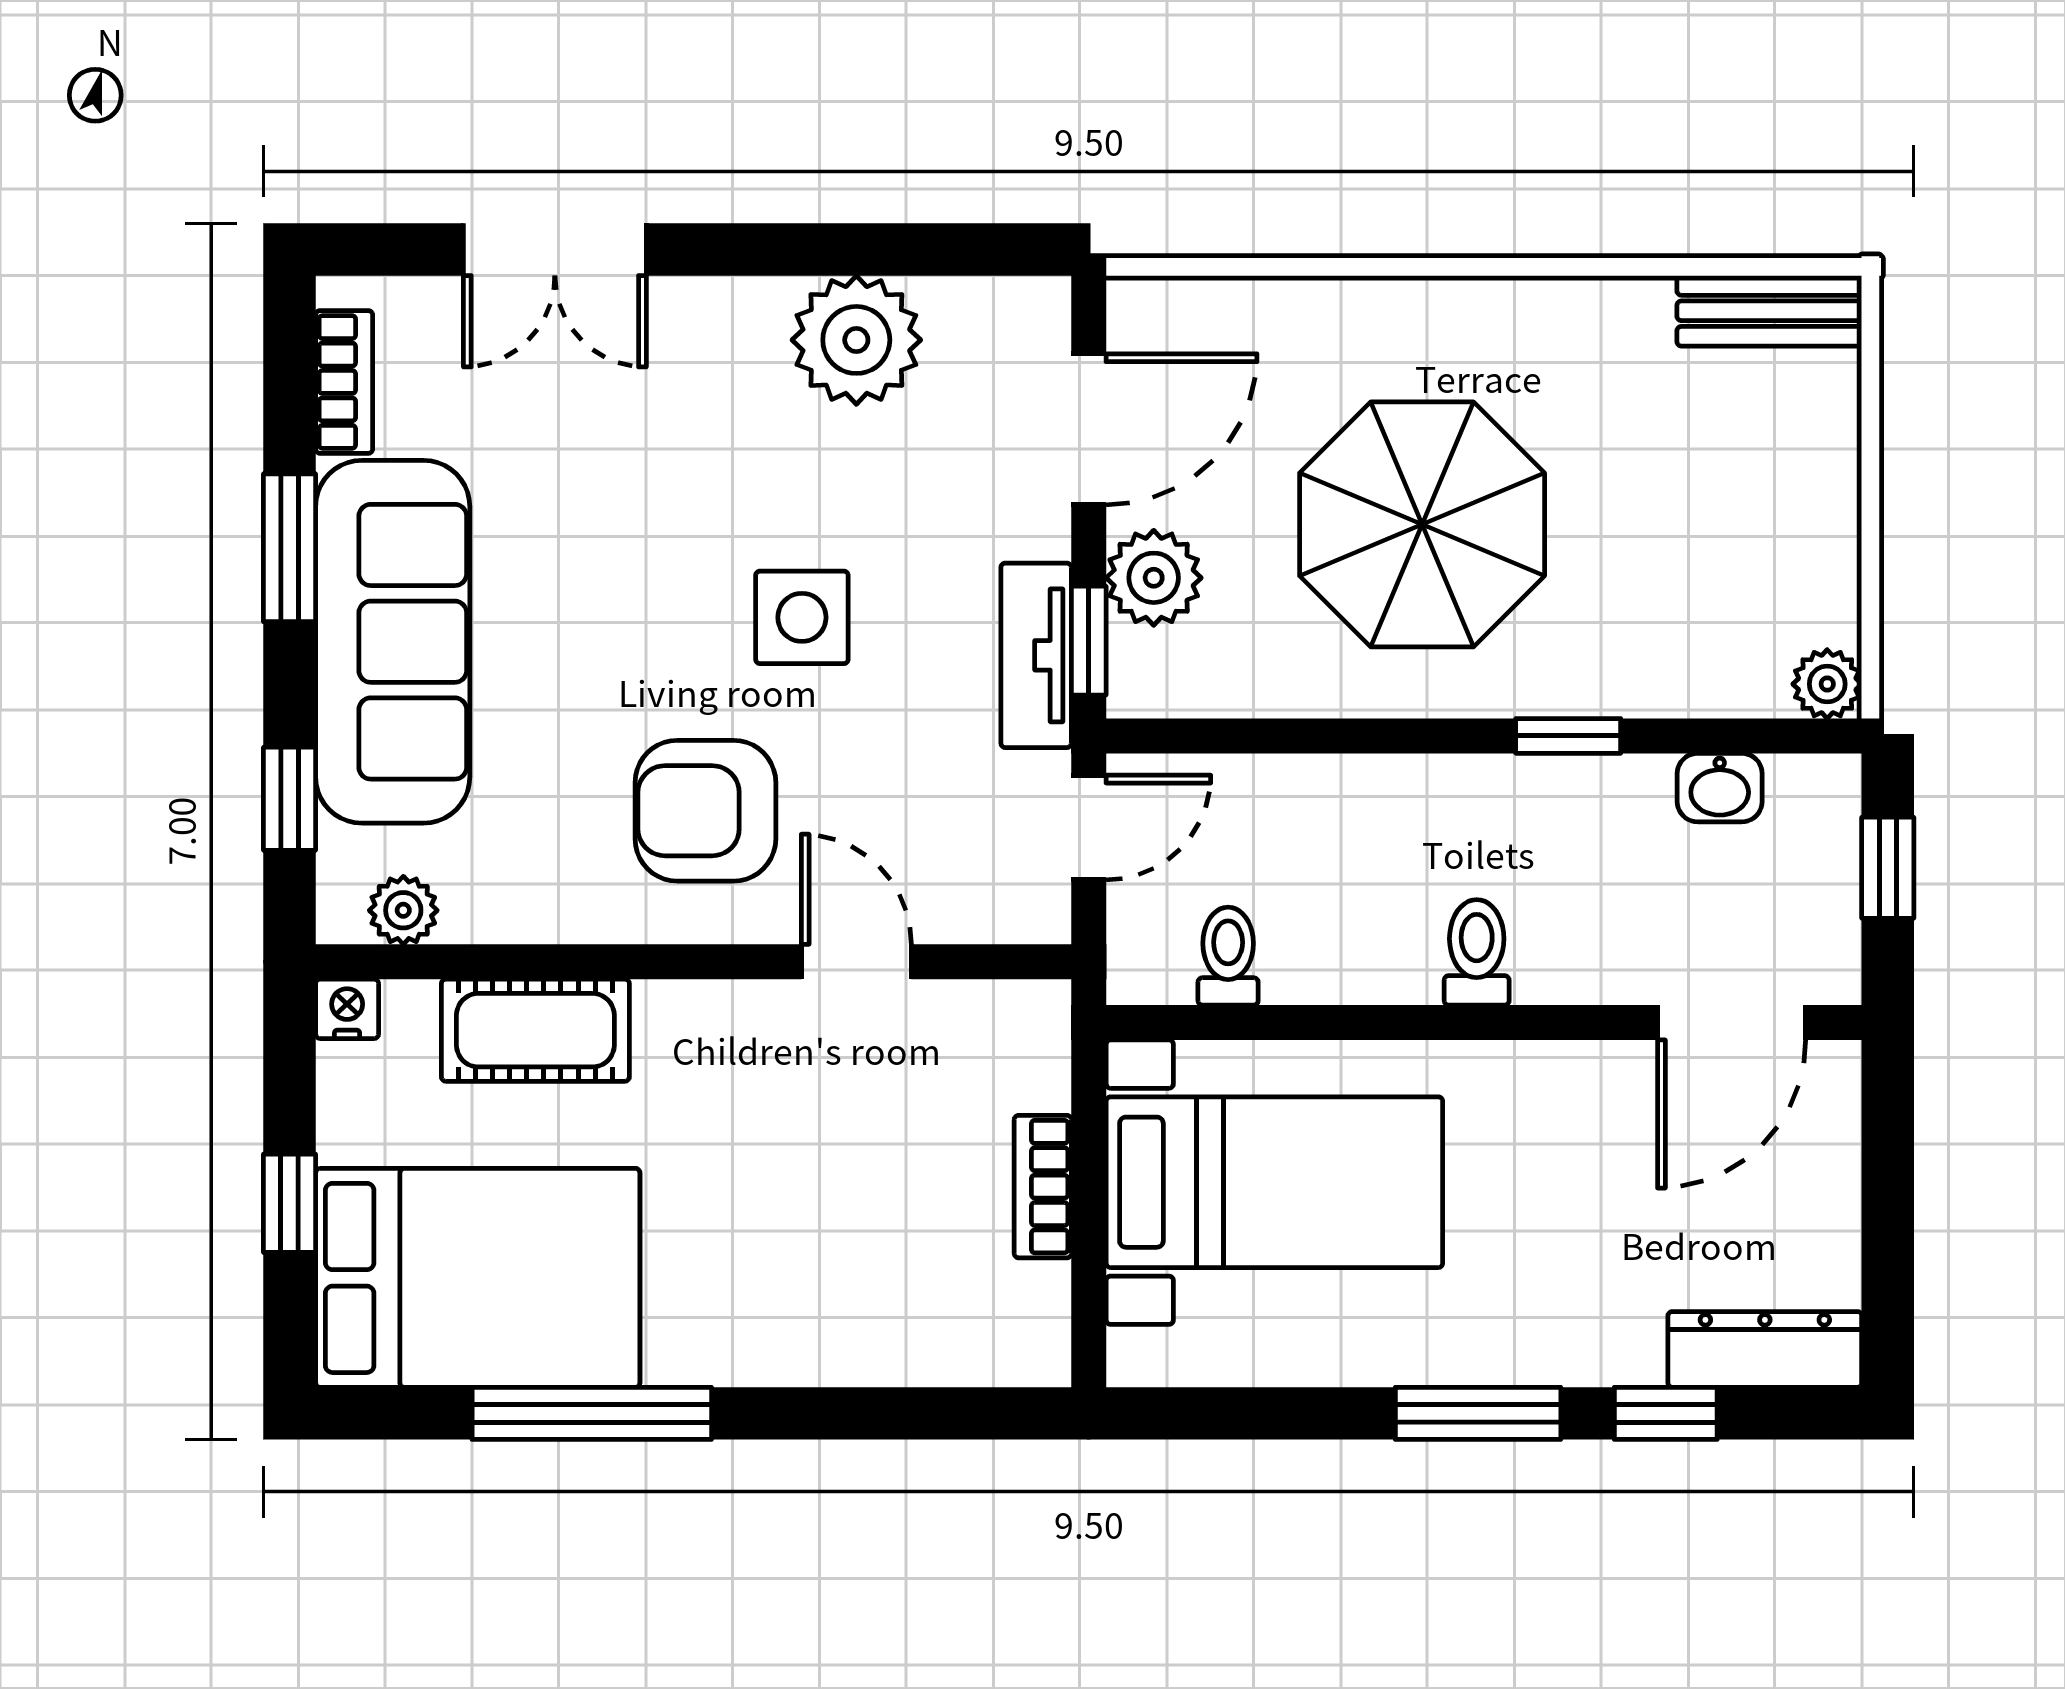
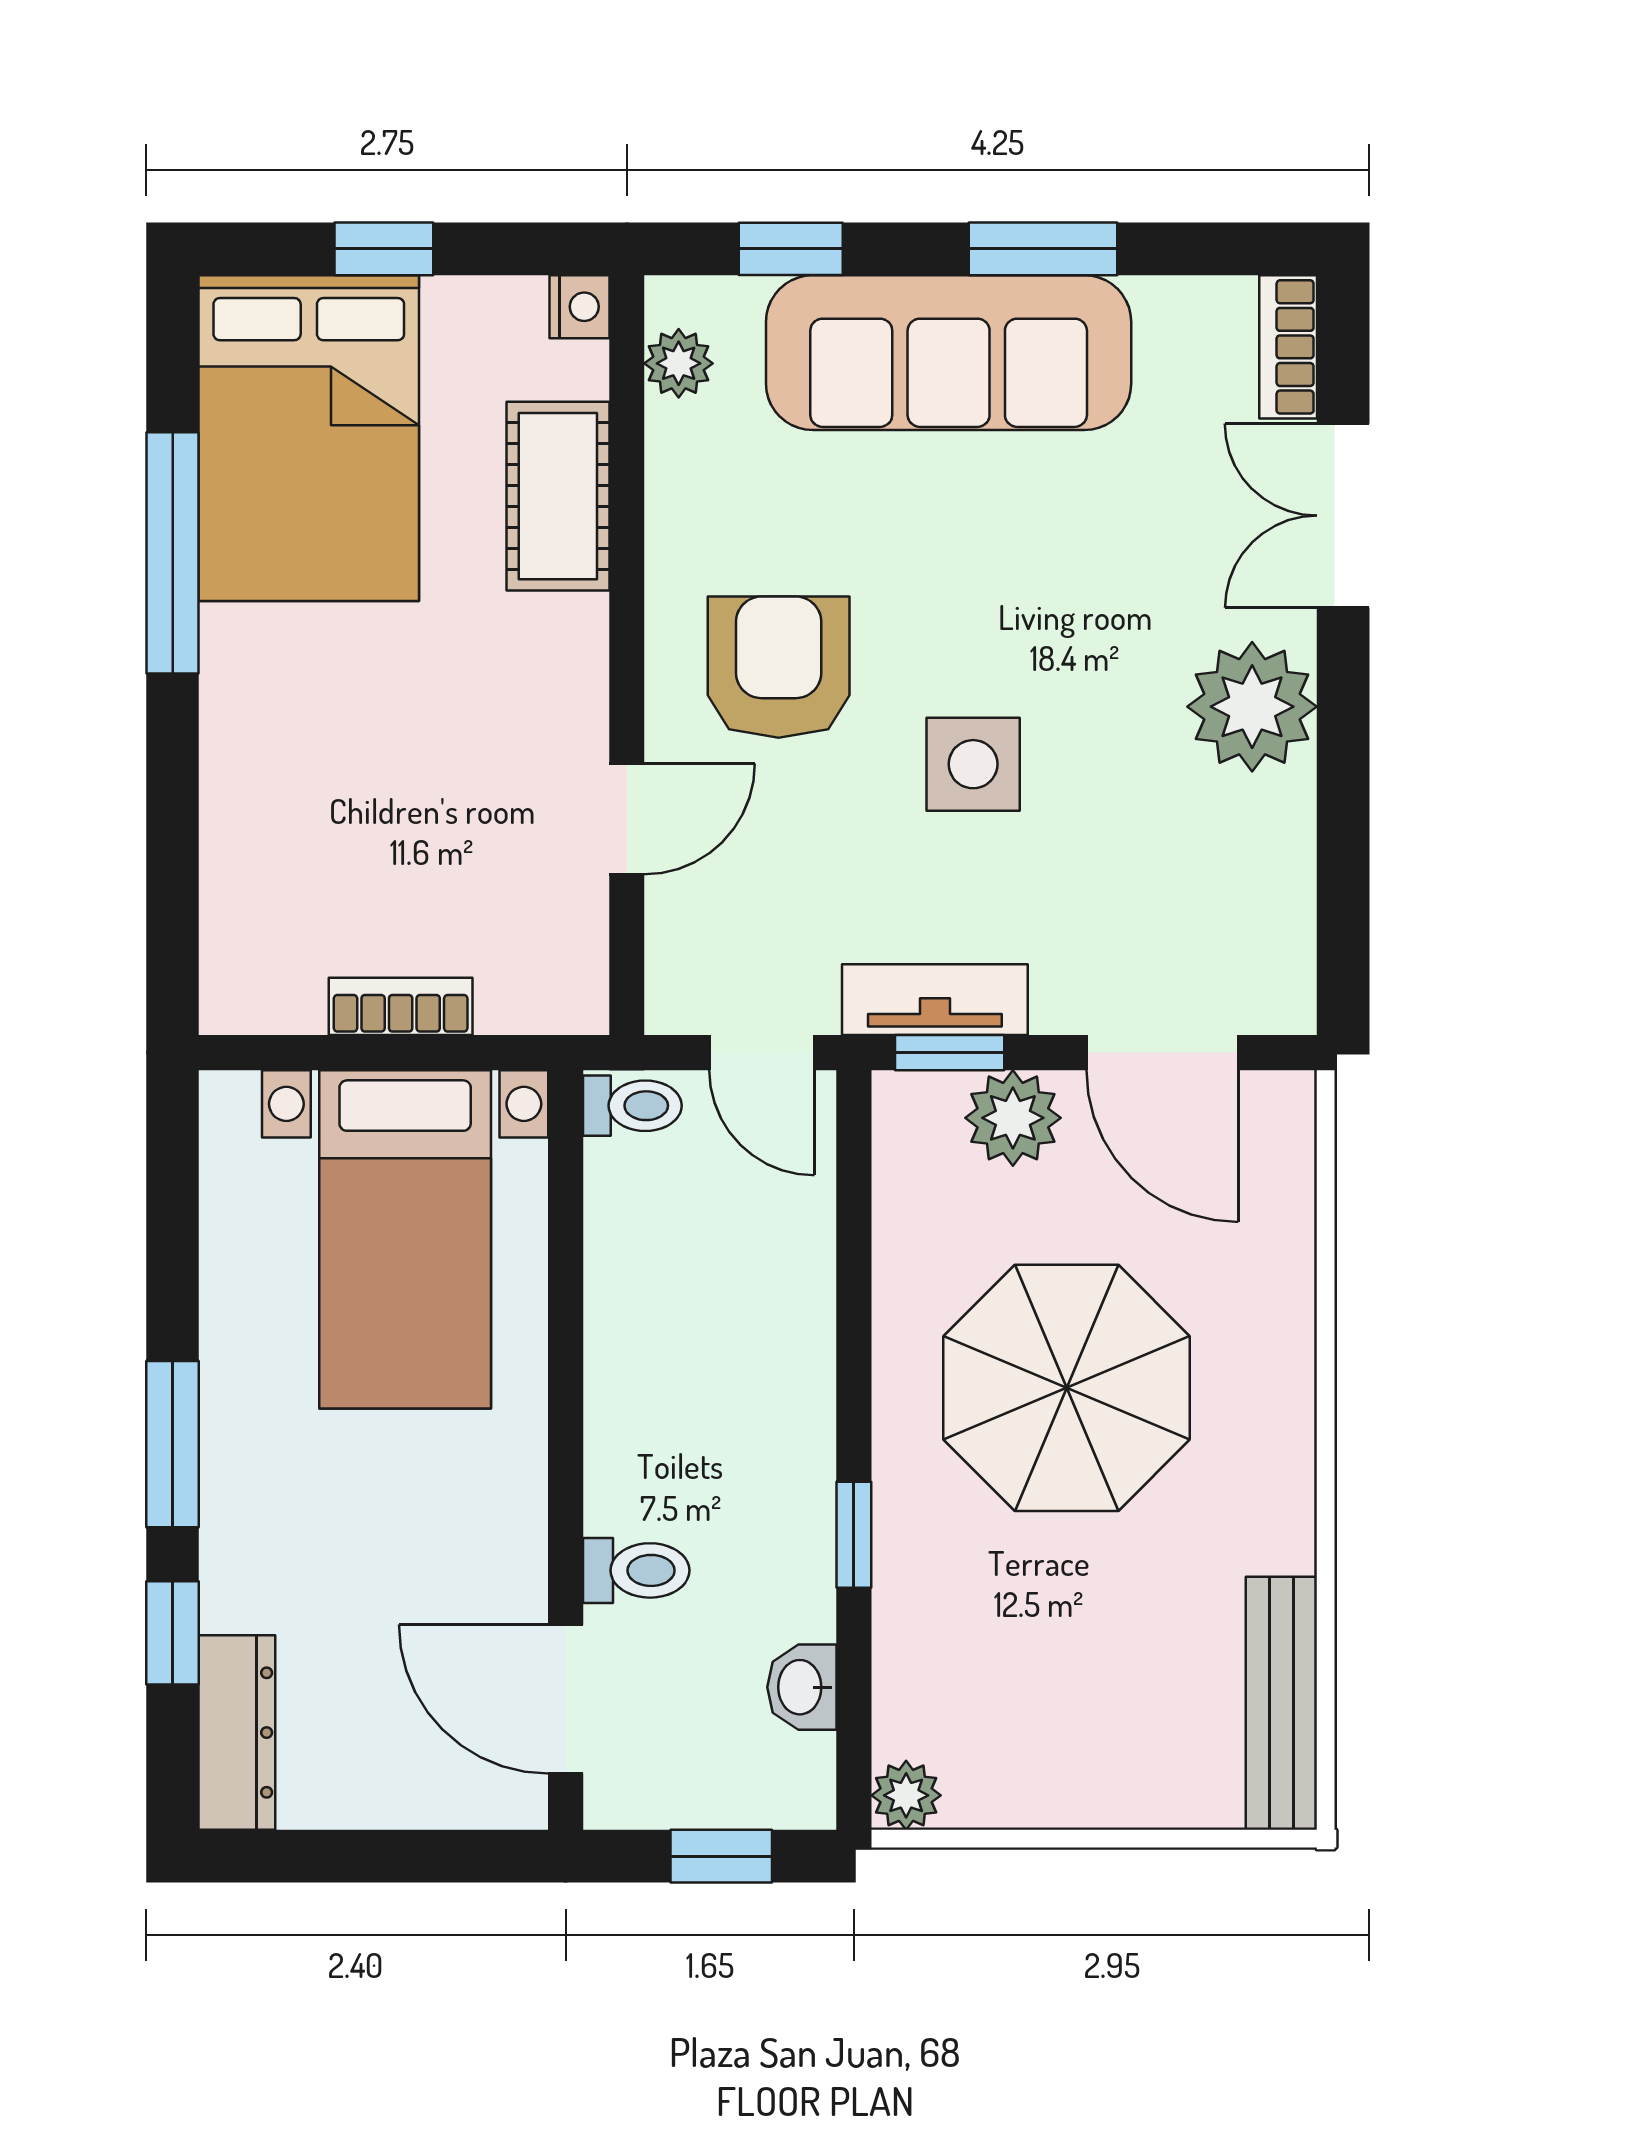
bench: (1769, 311) -> (1281, 1703), width x1.36
plant: (856, 340) -> (1252, 707), moved
bookcase: (344, 382) -> (1288, 347), moved, turned 90
toilet: (1477, 952) -> (636, 1570), moved
toilet: (1228, 956) -> (632, 1106), moved

